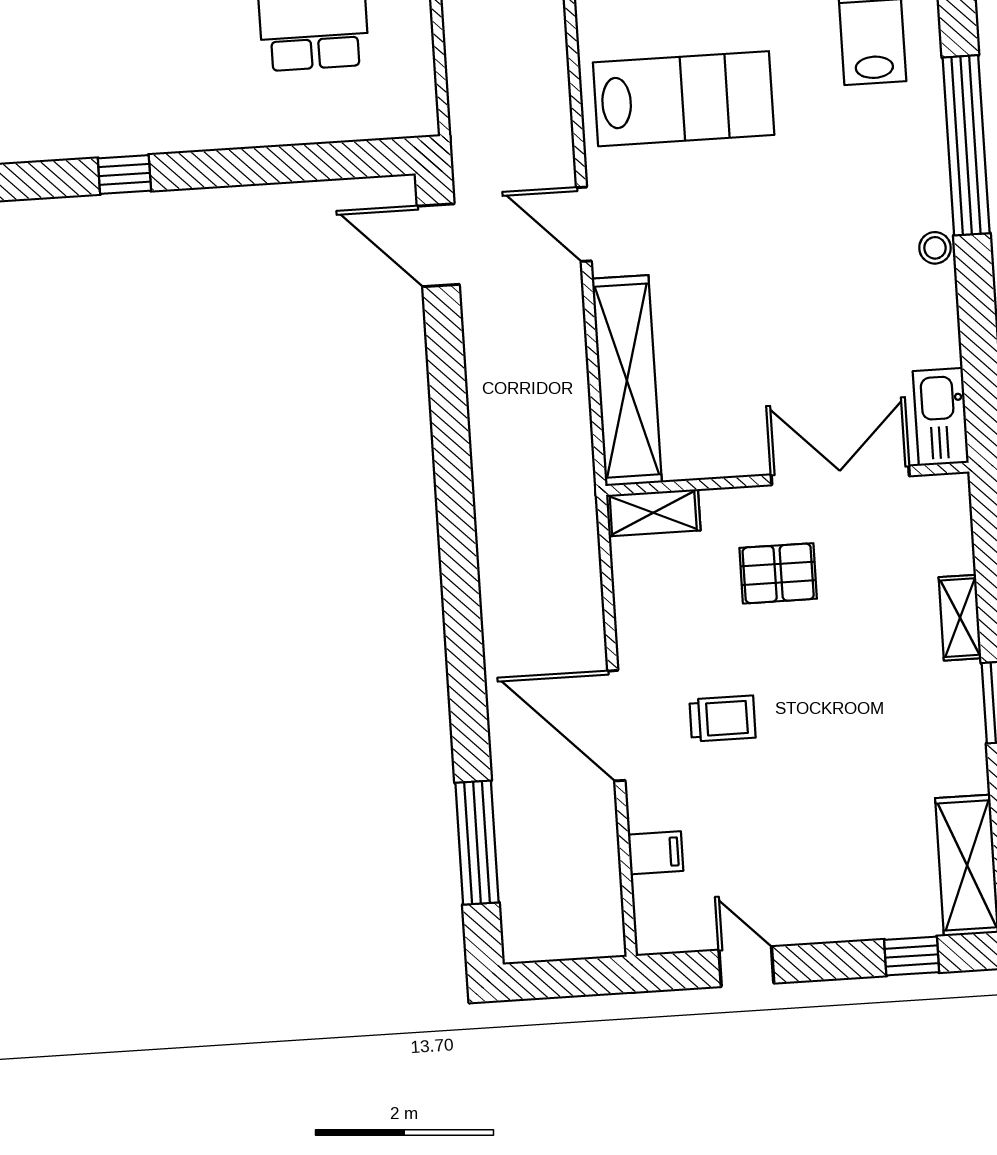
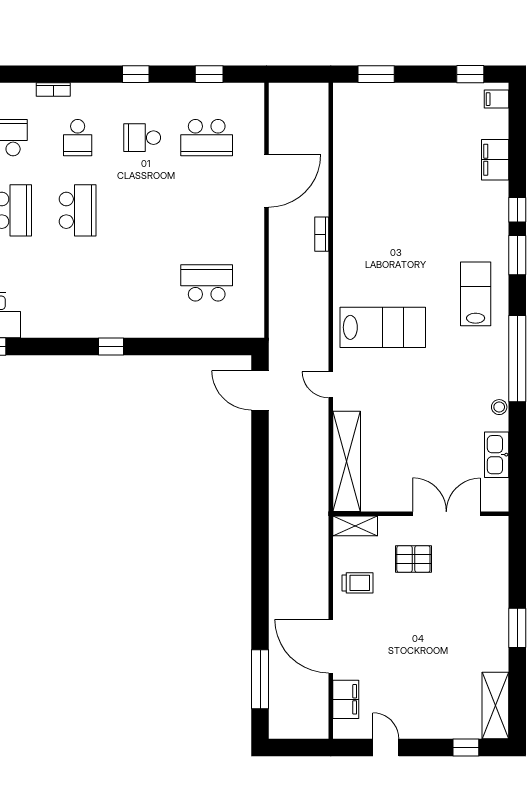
door: (584, 224) -> (331, 385), width x0.73
kitchen sink: (941, 417) -> (497, 455), moved
shelving: (960, 618) -> (500, 586), removed
trolley: (722, 719) -> (358, 583), moved
door: (616, 726) -> (331, 646), moved
filing cabinet: (656, 853) -> (346, 699), width x2.00

